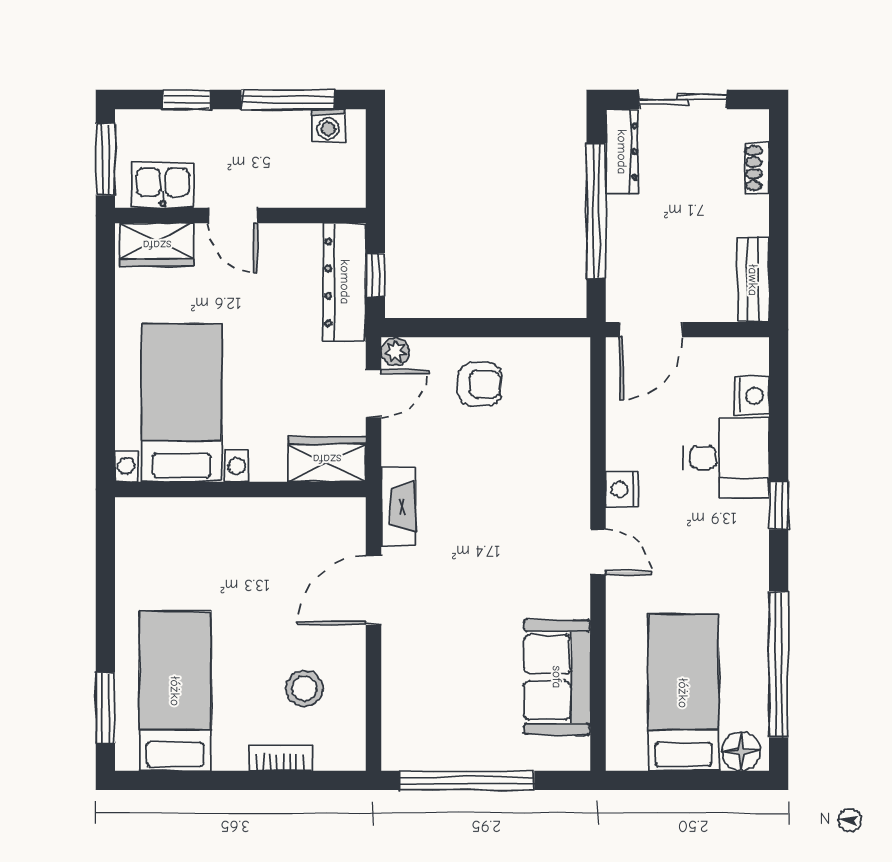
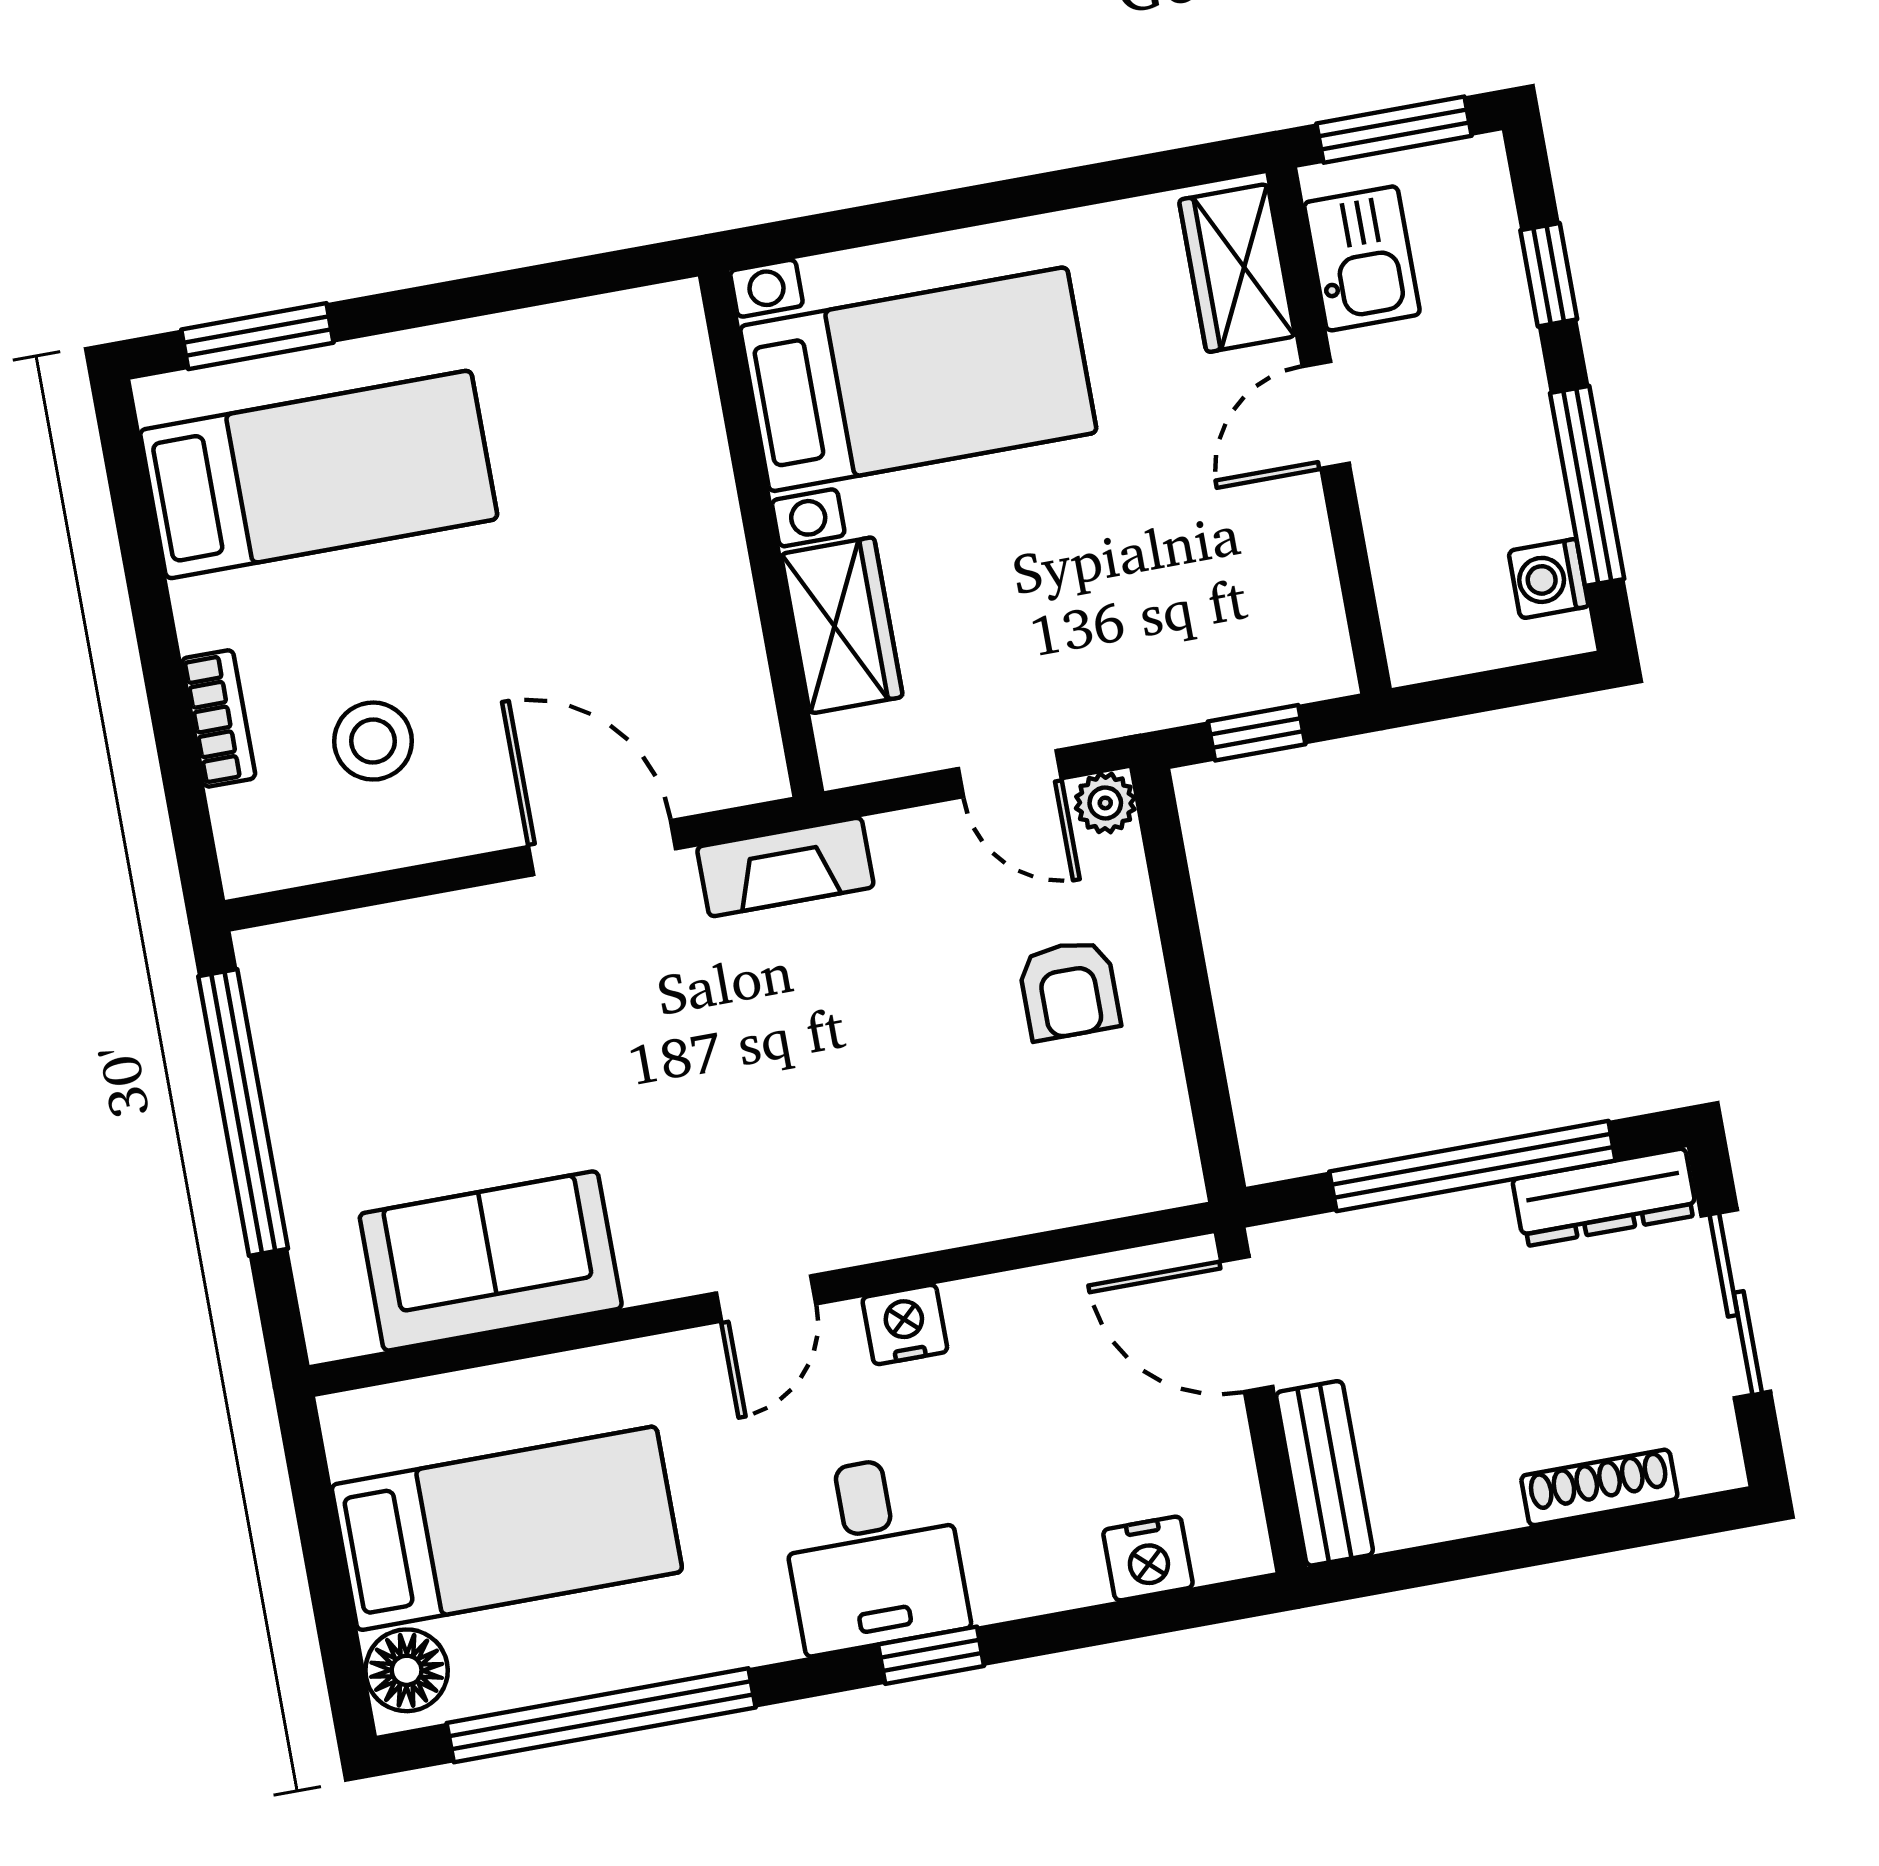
shoe rack: (757, 168) -> (1599, 1487), width x1.43
bench: (753, 280) -> (1324, 1473), moved, turned 90
dresser: (345, 282) -> (1230, 672), removed
desk: (726, 457) -> (873, 1553), moved
wardrobe: (327, 459) -> (842, 625), moved

